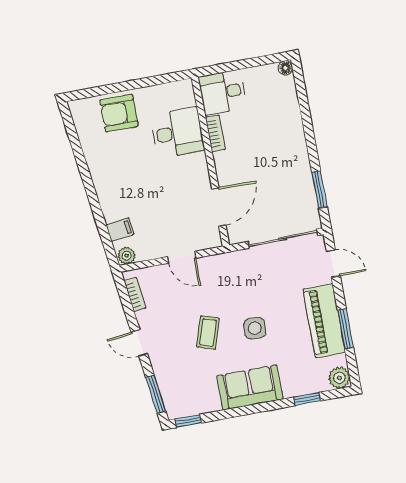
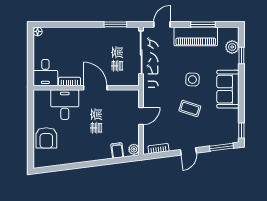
door: (219, 207) -> (95, 88), moved
plant: (339, 378) -> (232, 47), moved

